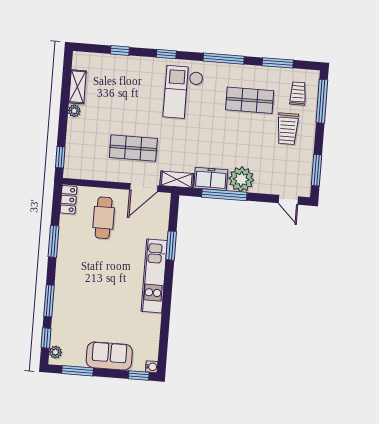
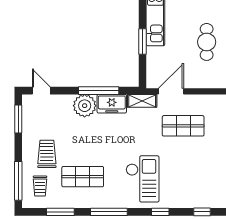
cafe table: (104, 218) -> (207, 42), moved

